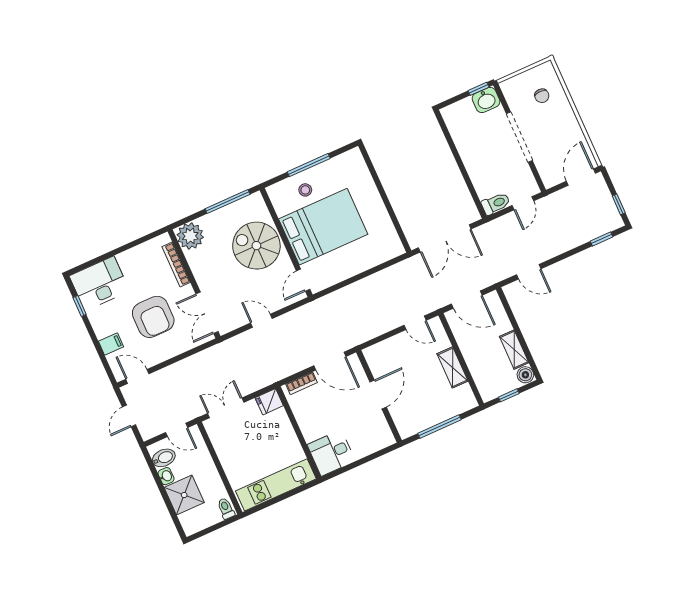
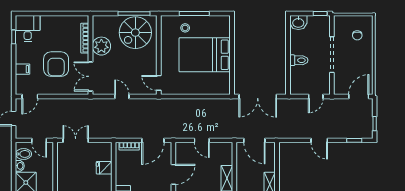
washbasin: (486, 100) -> (298, 23), moved
toilet: (496, 204) -> (299, 60), moved
bed: (323, 227) -> (205, 55), moved, turned 180
plant: (190, 236) -> (101, 46), moved
spiral stairs: (256, 246) -> (135, 33), moved, turned -90
door: (529, 272) -> (319, 140), moved
door: (303, 280) -> (159, 83), hinge flipped
desk: (99, 283) -> (28, 28), width x0.73
door: (415, 323) -> (202, 140), moved
door: (330, 361) -> (153, 140), hinge flipped
door: (137, 376) -> (30, 96), swing flipped
fridge: (269, 402) -> (104, 168), moved

